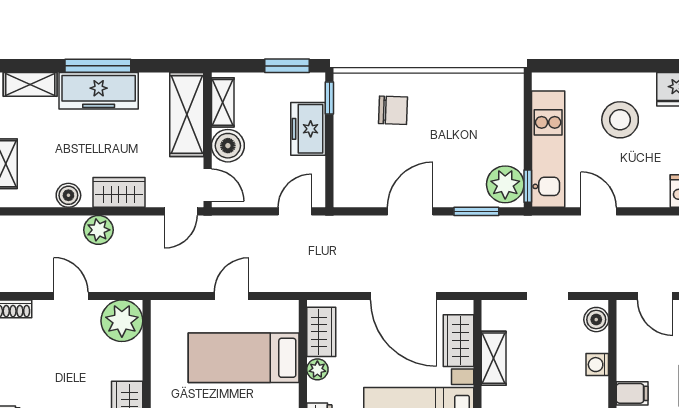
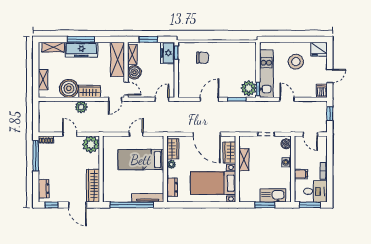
window: (287, 66) -> (148, 39), moved
freezer: (308, 129) -> (167, 53), moved
boiler: (68, 195) -> (69, 88), width x1.86, depth x1.86

